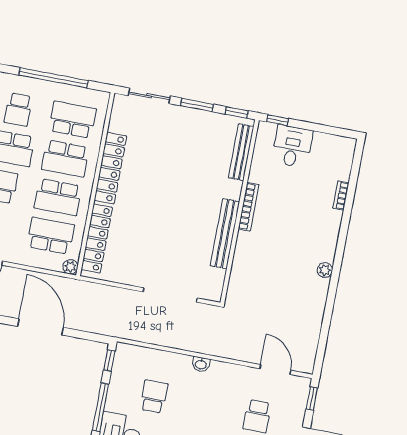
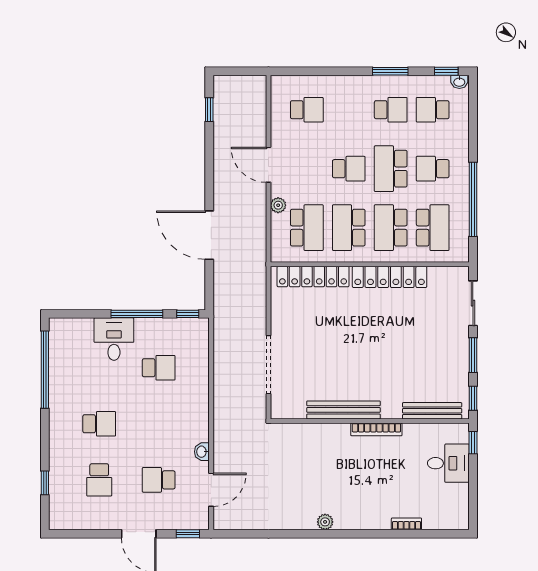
plant: (70, 267) -> (278, 205), moved
door: (41, 327) -> (209, 235), swing flipped
washbasin: (201, 364) -> (202, 452), moved

